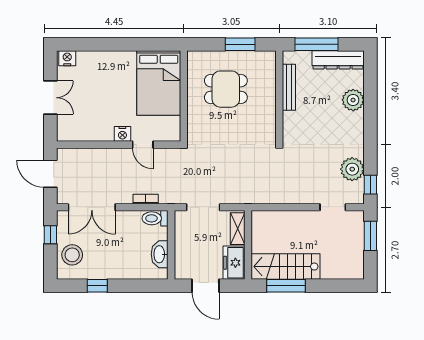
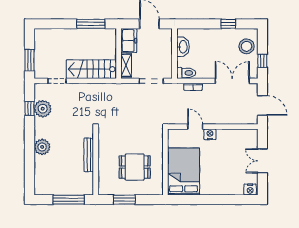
dresser: (338, 60) -> (53, 188), removed
bench: (289, 87) -> (89, 155), moved
plant: (353, 100) -> (42, 147), moved
window: (370, 185) -> (30, 108), moved
stairs: (285, 267) -> (91, 69), moved, turned 180

